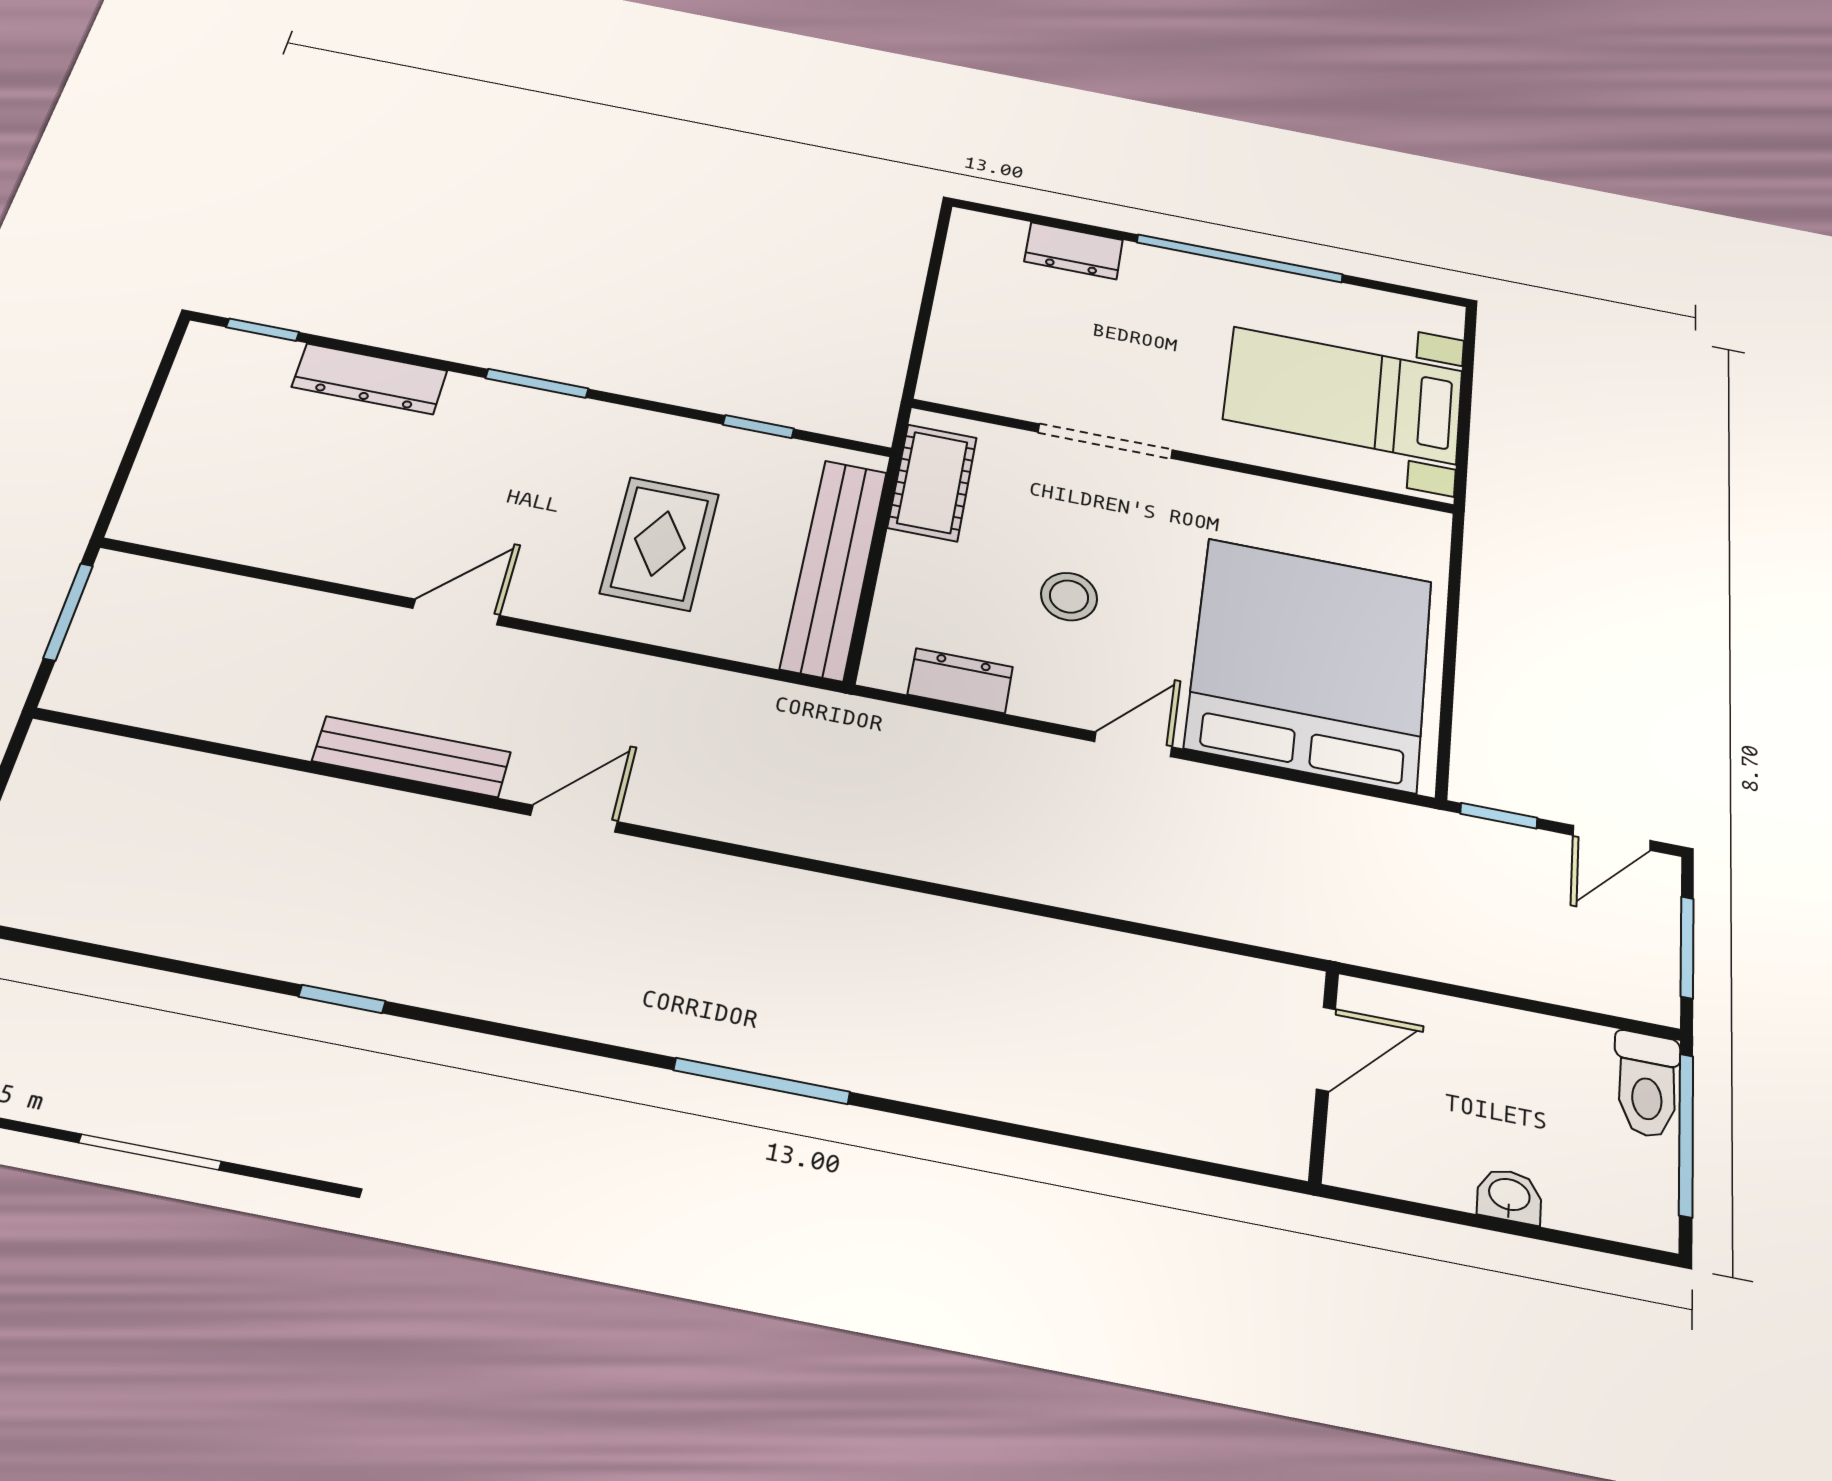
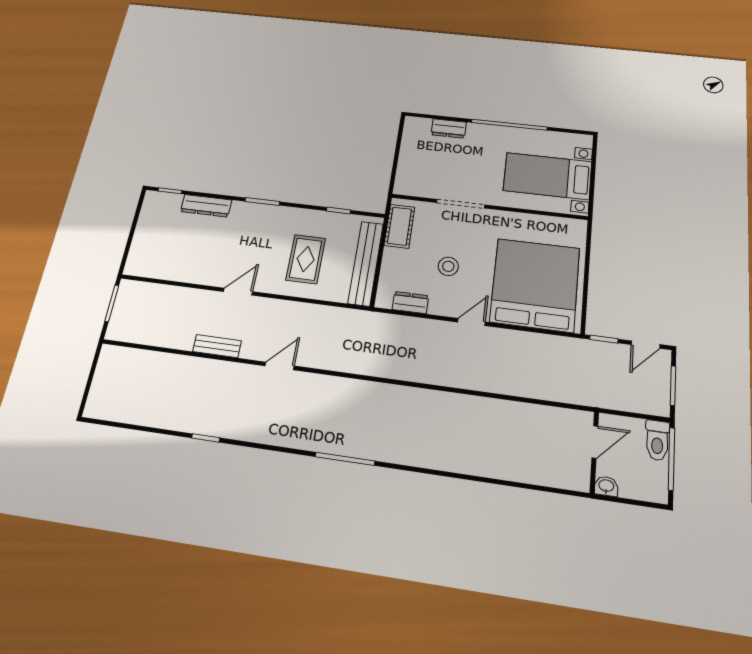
bench: (412, 757) -> (217, 346), width x0.73
door: (1326, 1049) -> (595, 442), moved
wall: (1324, 1075) -> (594, 452), moved

